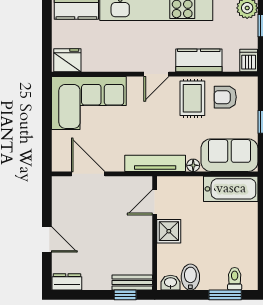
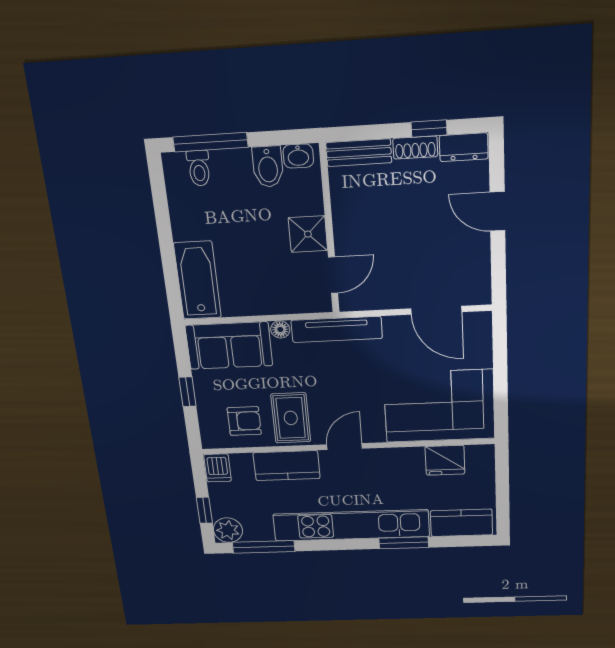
fridge: (67, 60) -> (445, 460), moved
bathtub: (231, 189) -> (198, 280), moved, turned 90
shoe rack: (97, 284) -> (415, 148), added
window: (125, 295) -> (429, 129), moved
window: (225, 295) -> (210, 142), width x1.44

